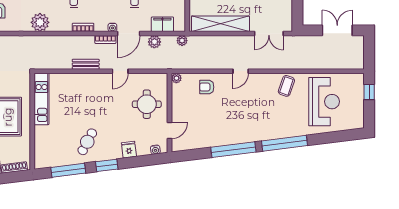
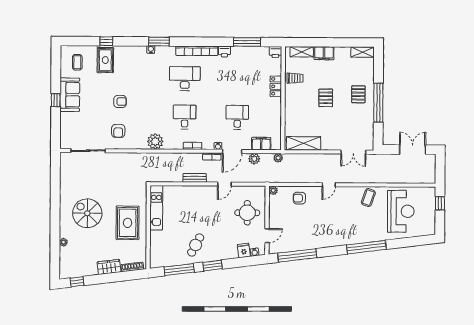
shelving: (221, 24) -> (304, 143), width x0.68
fridge: (129, 150) -> (244, 251), moved
window: (233, 150) -> (297, 255), moved

